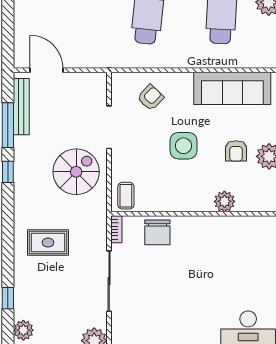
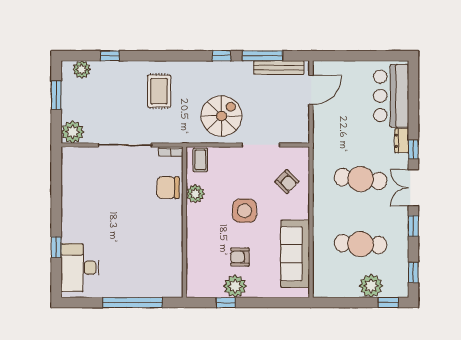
spiral stairs: (76, 172) -> (221, 116), turned -90
coffee table: (126, 196) -> (200, 160), turned 90
plant: (224, 201) -> (195, 194), moved

